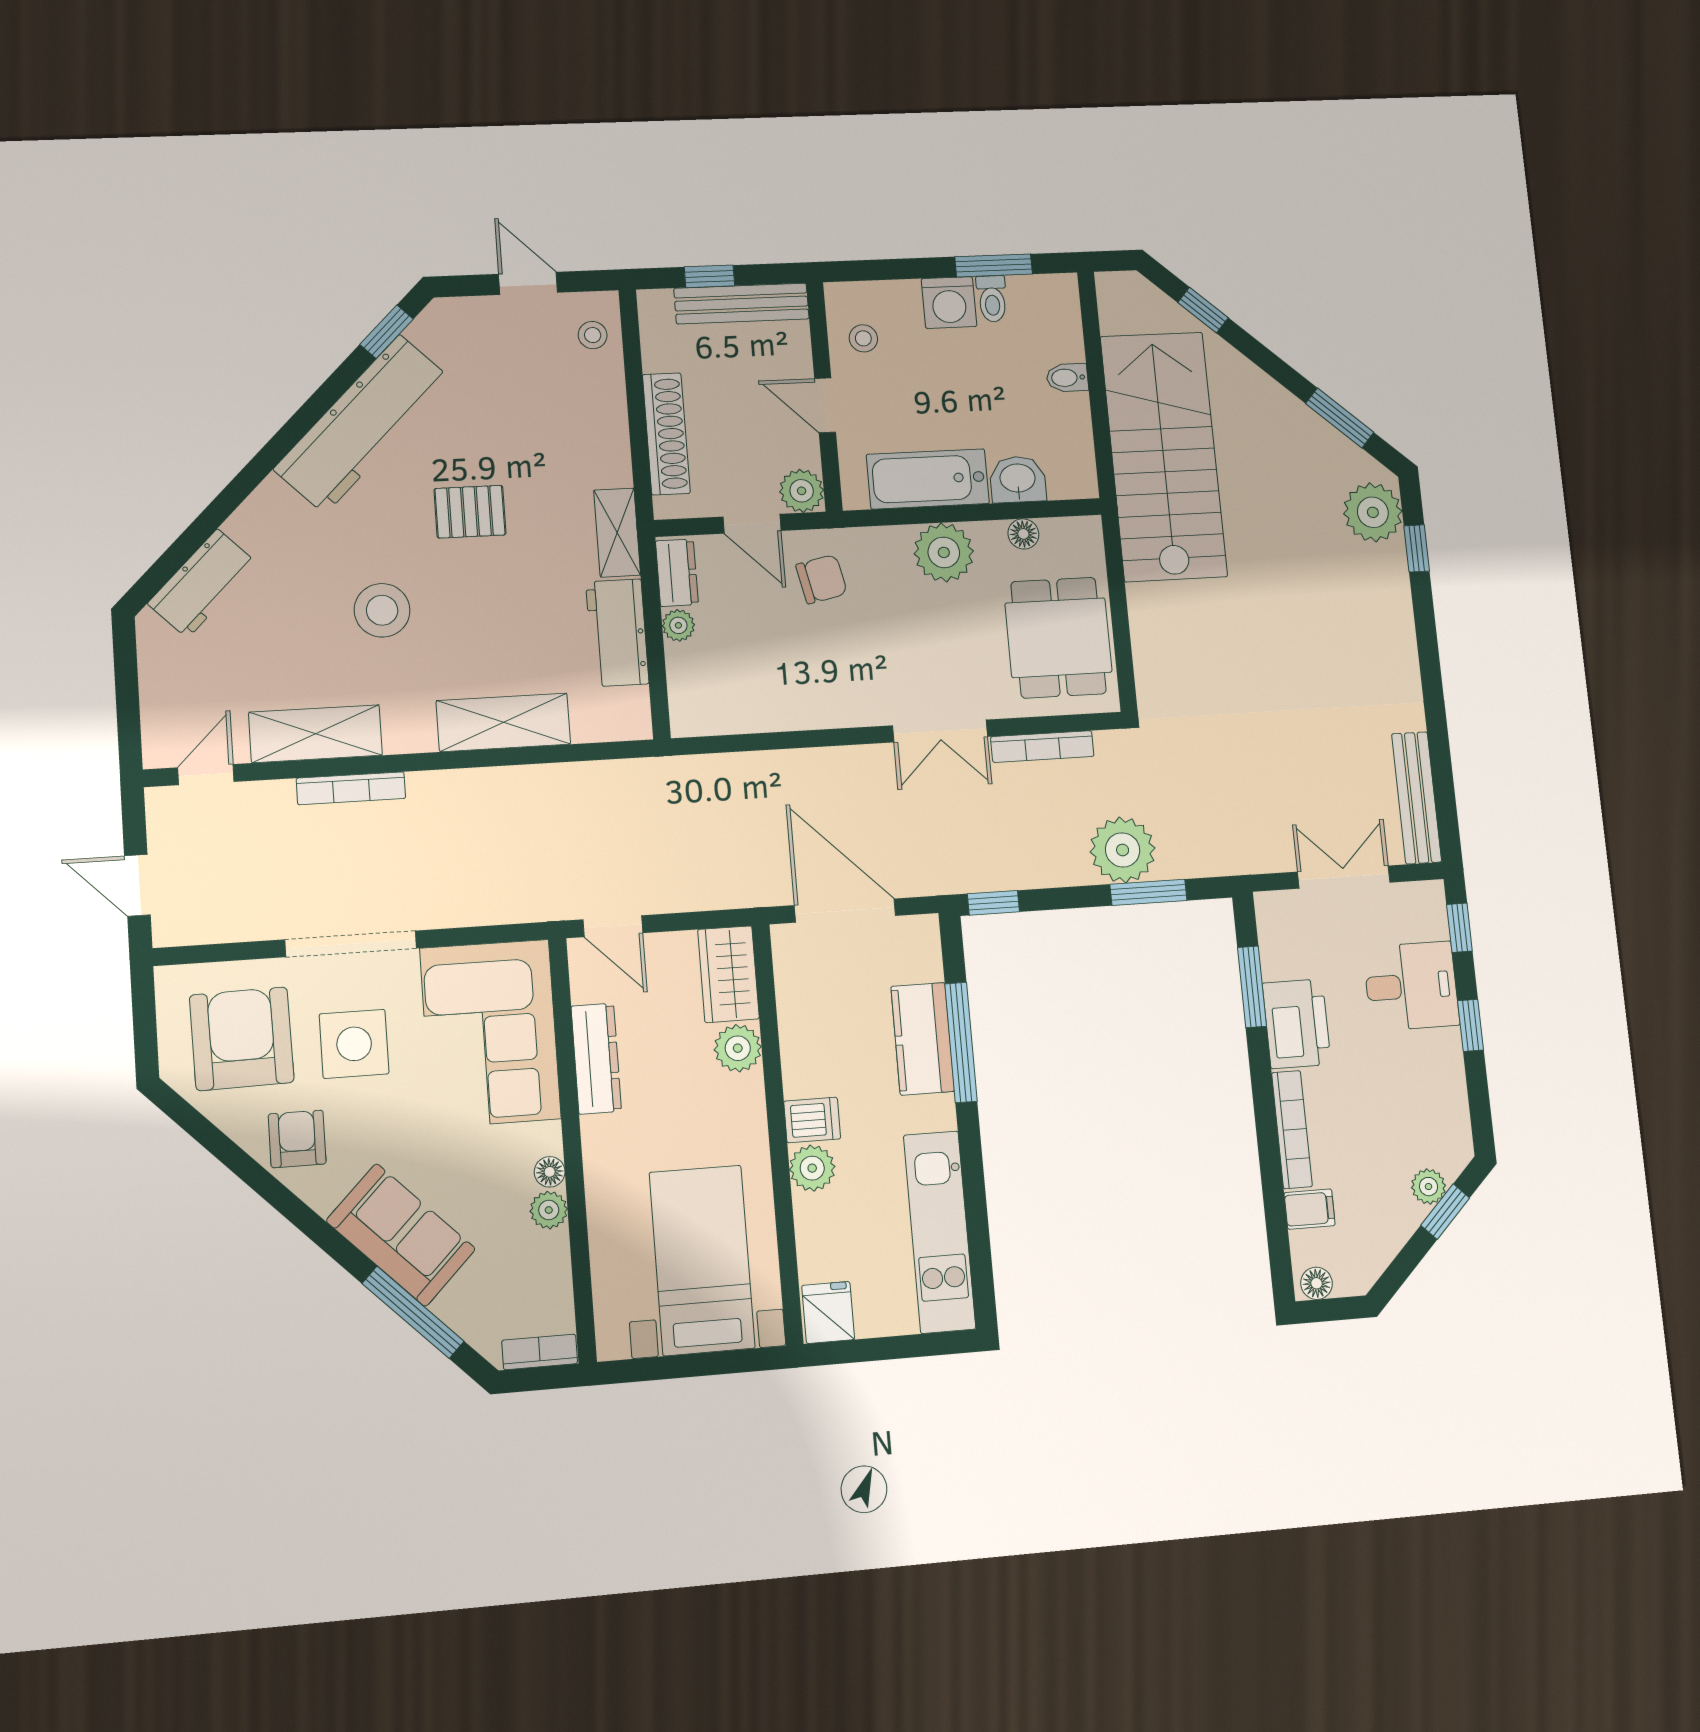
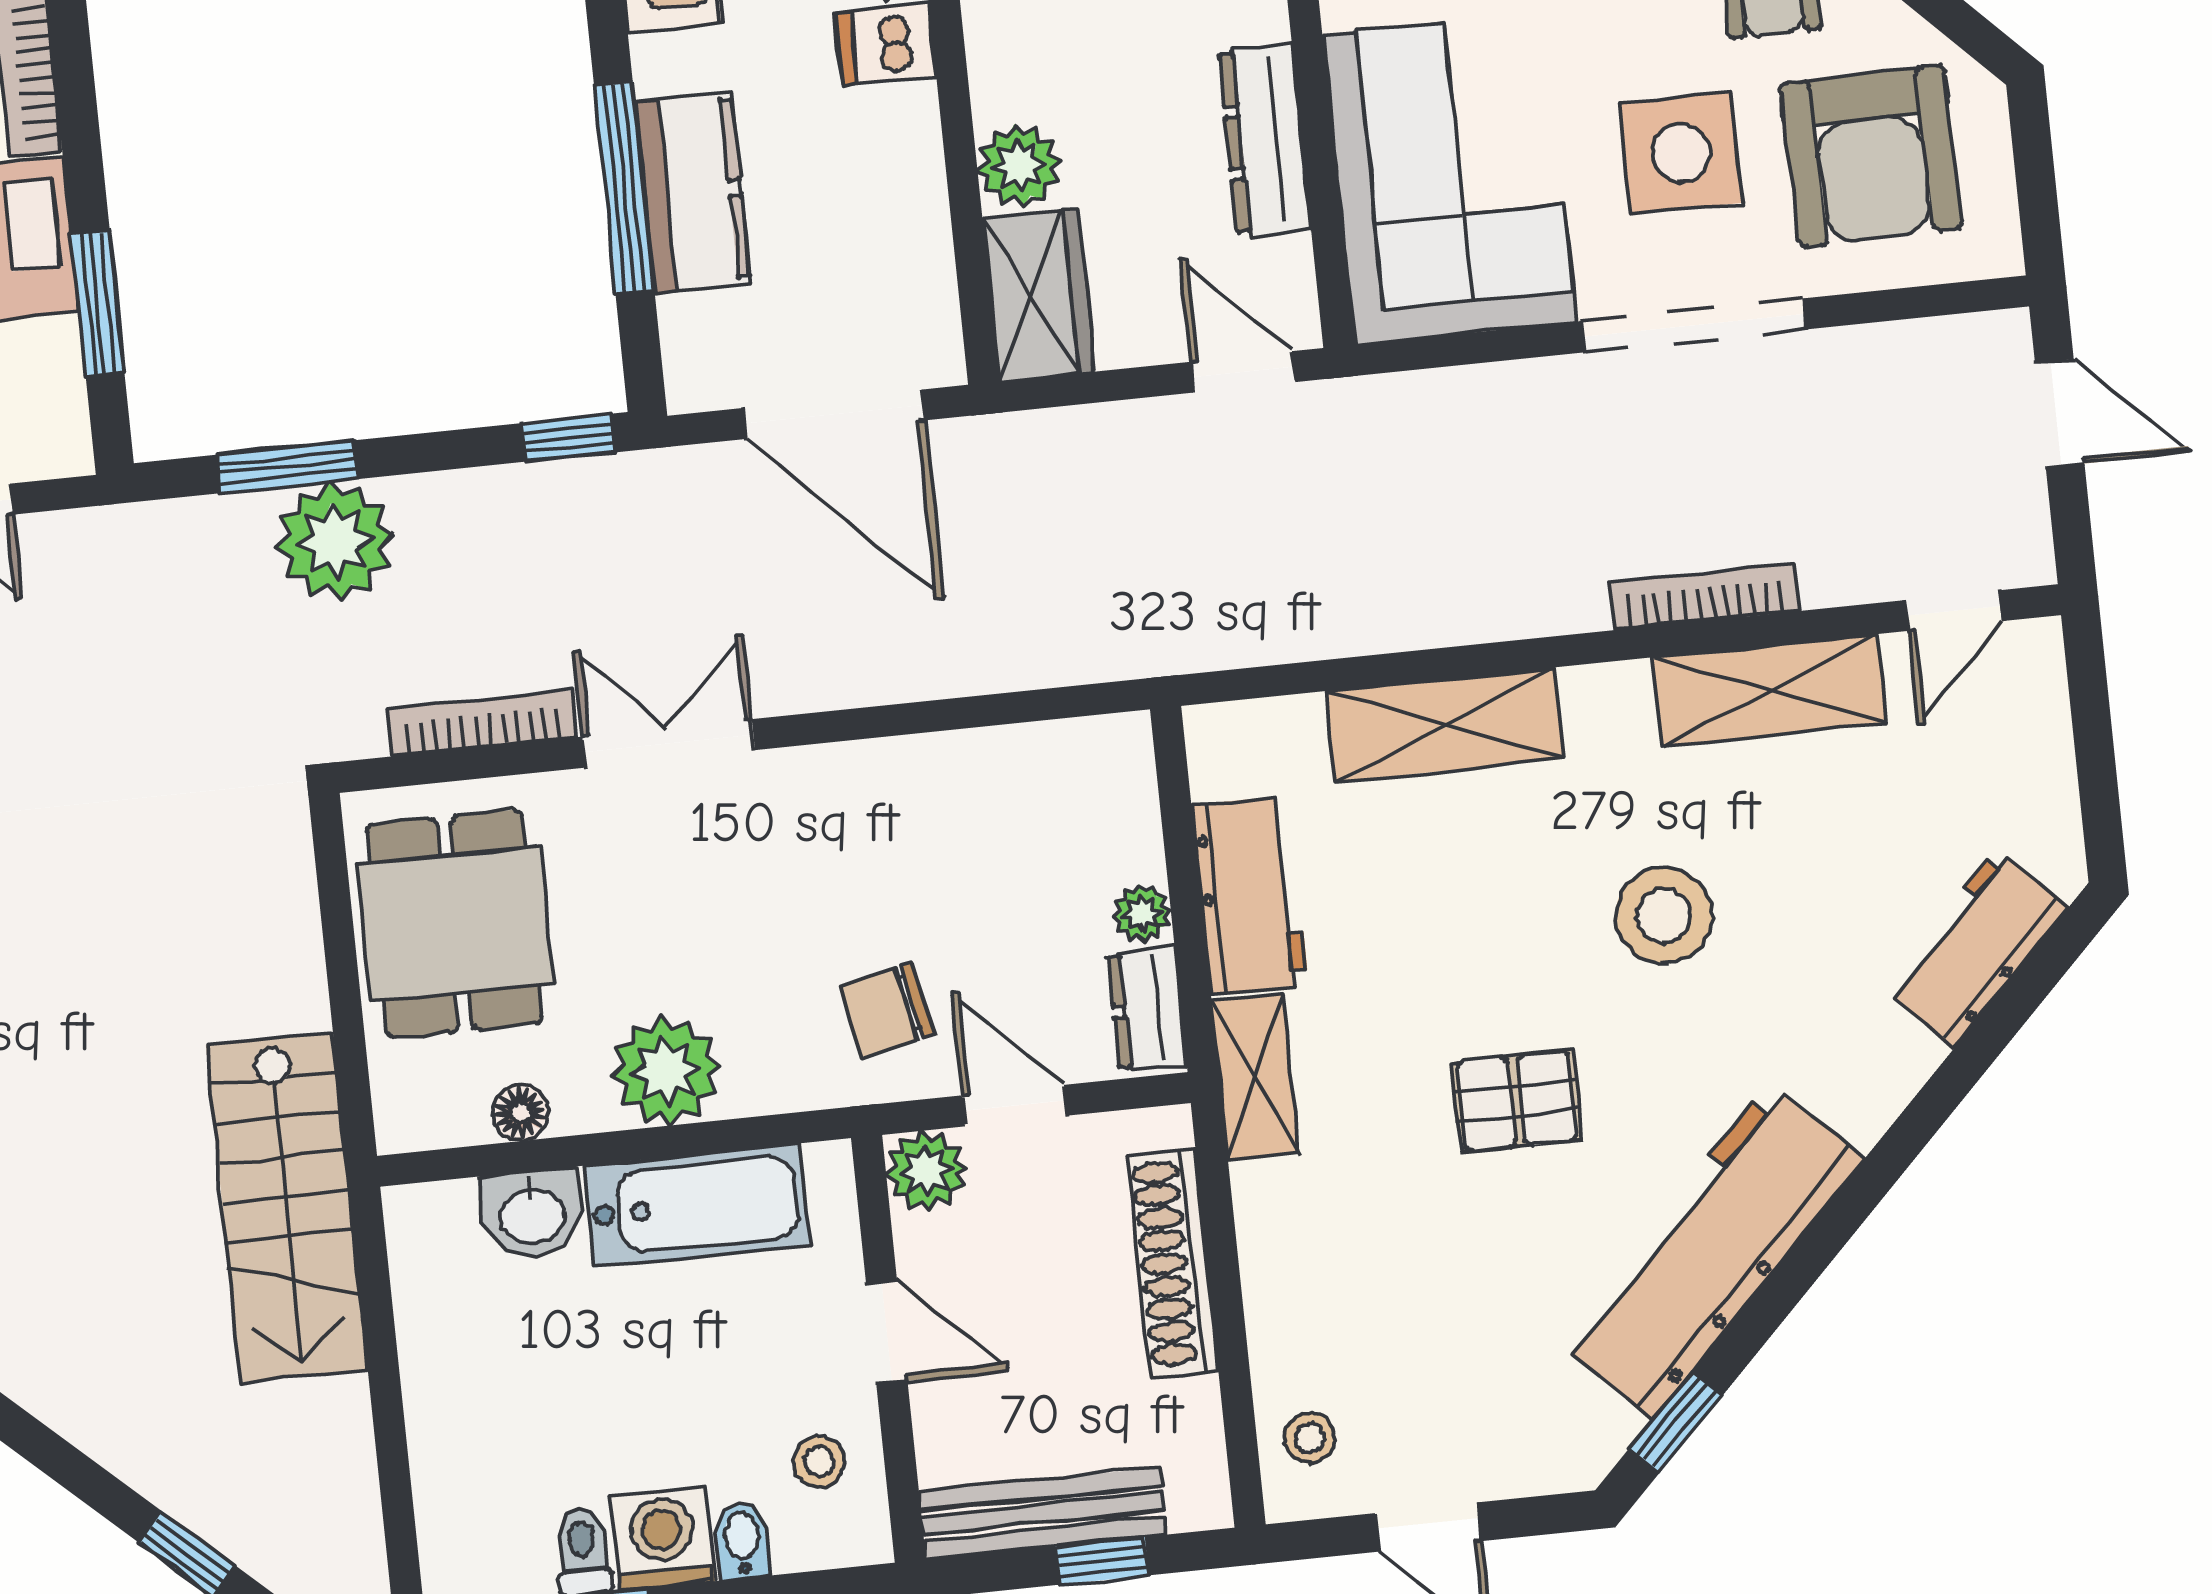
bidet: (1067, 378) -> (742, 1540), moved, turned -90
stairs: (1164, 456) -> (287, 1207), width x0.73, depth x0.66

